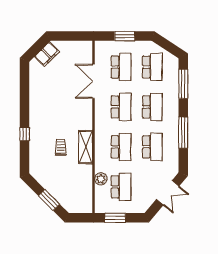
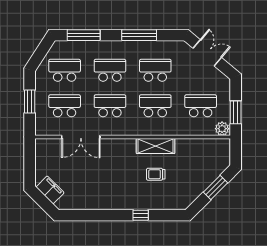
plant: (101, 179) -> (222, 129), moved

